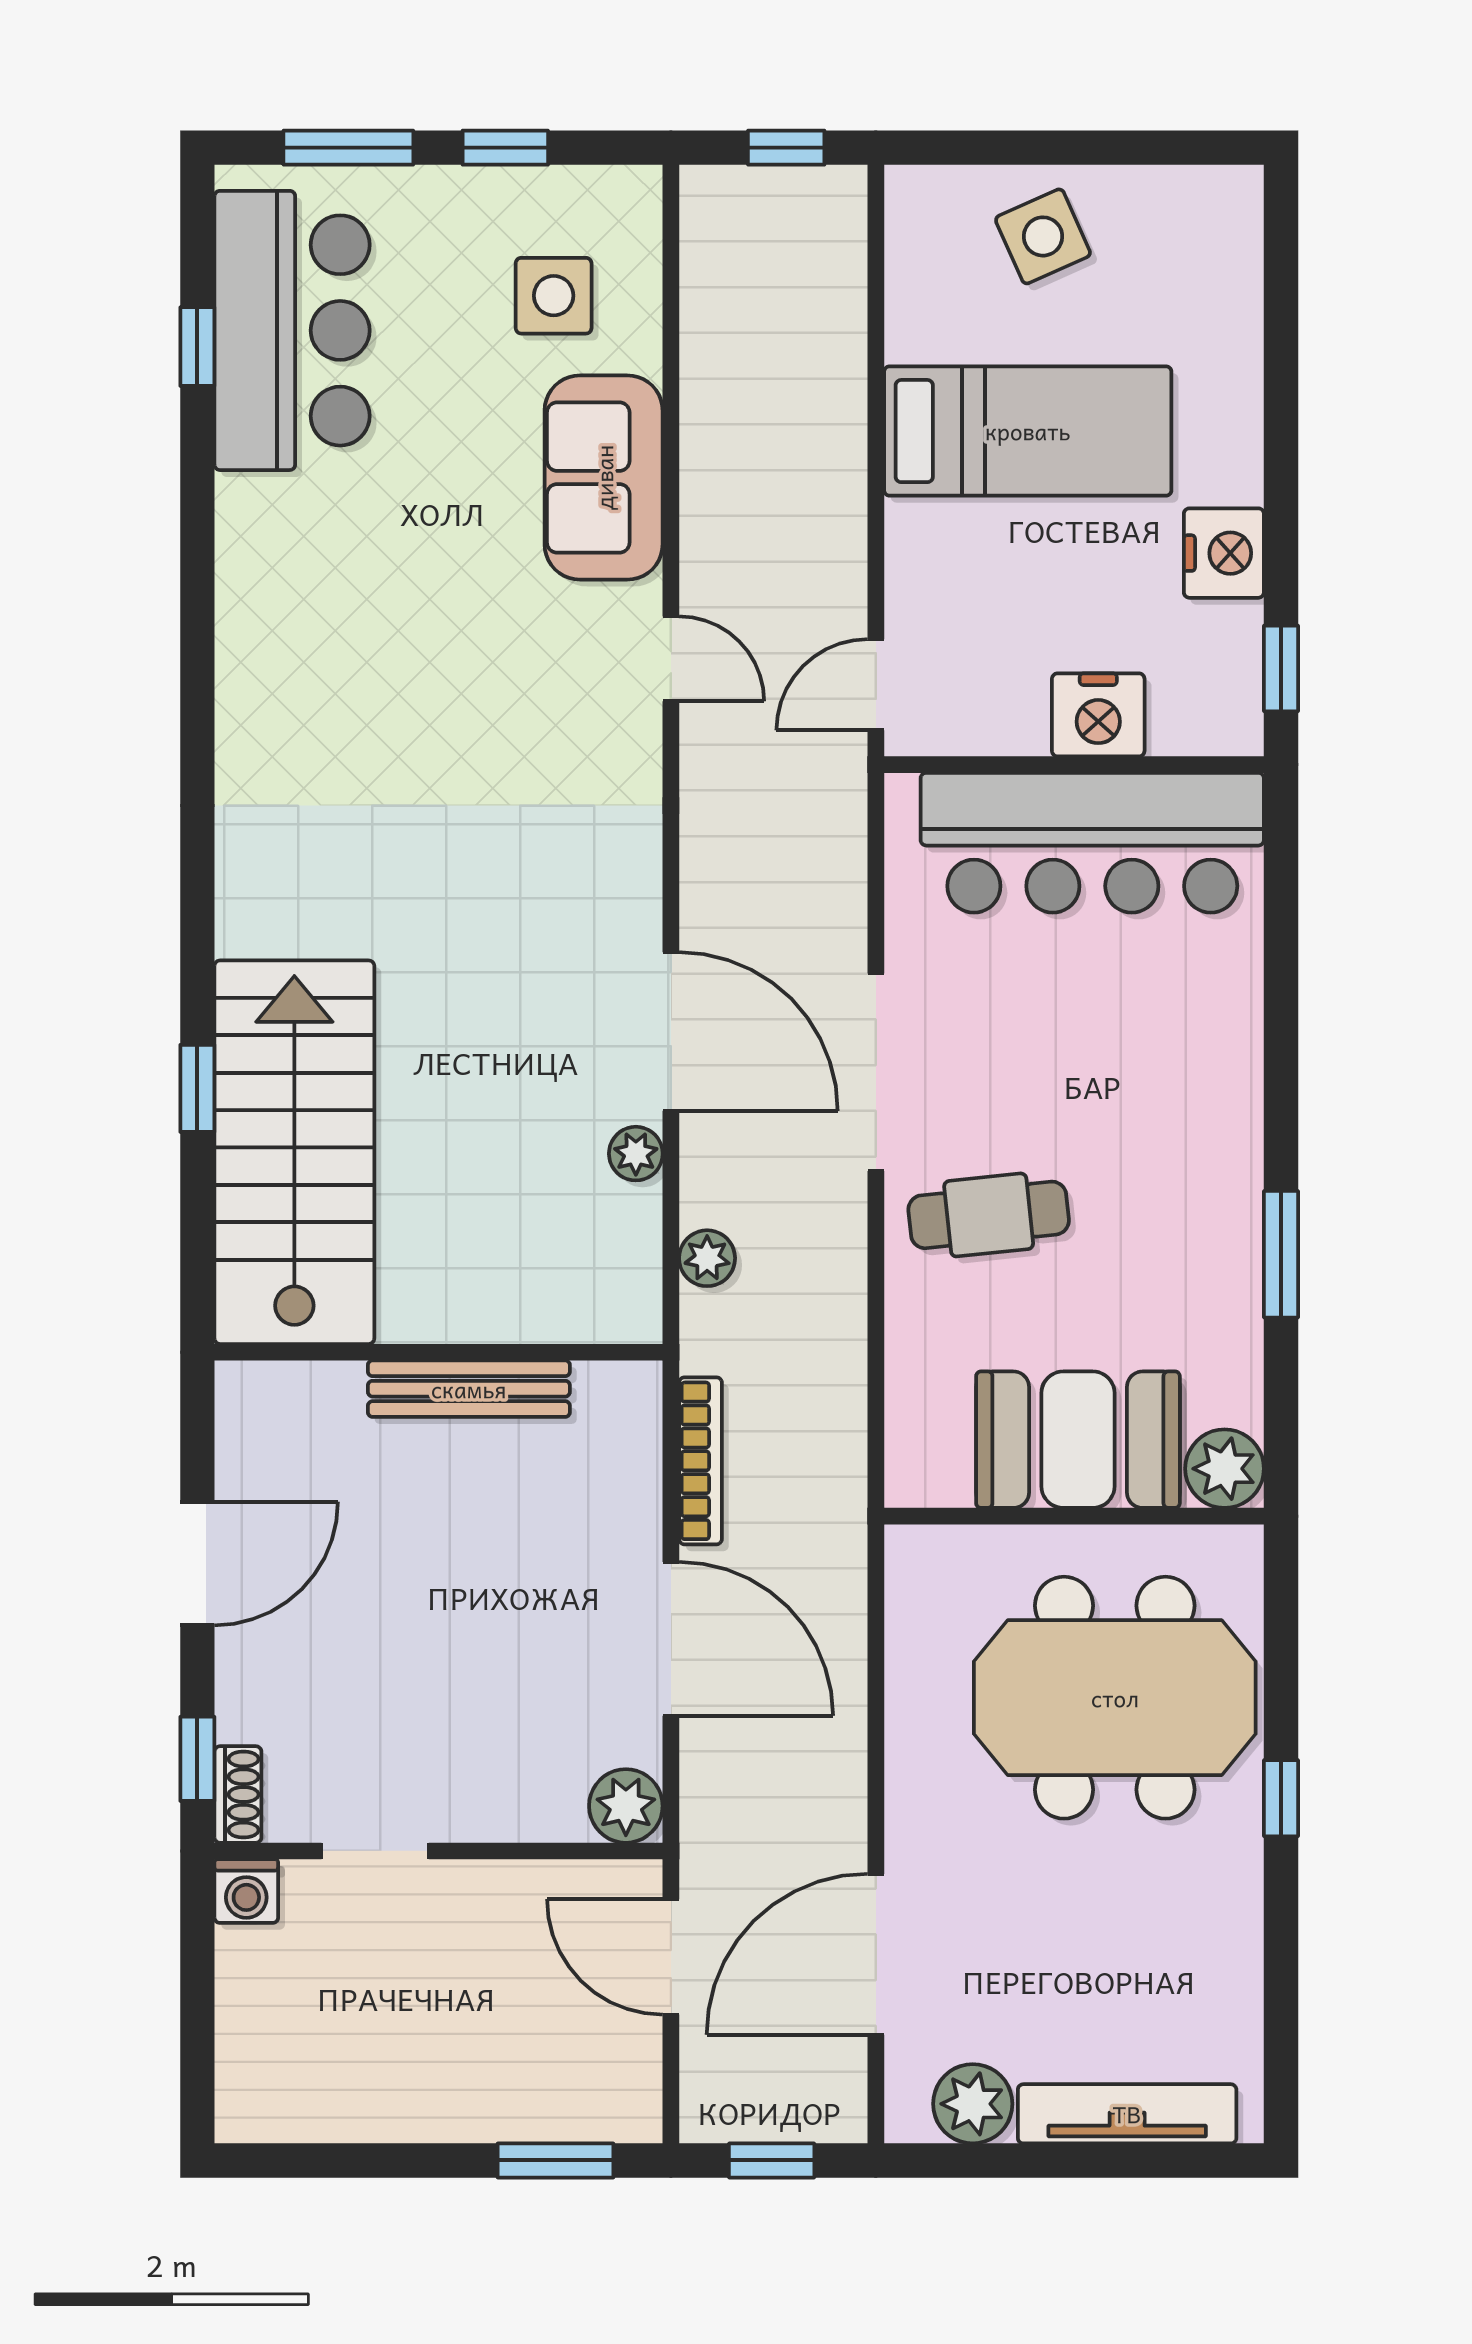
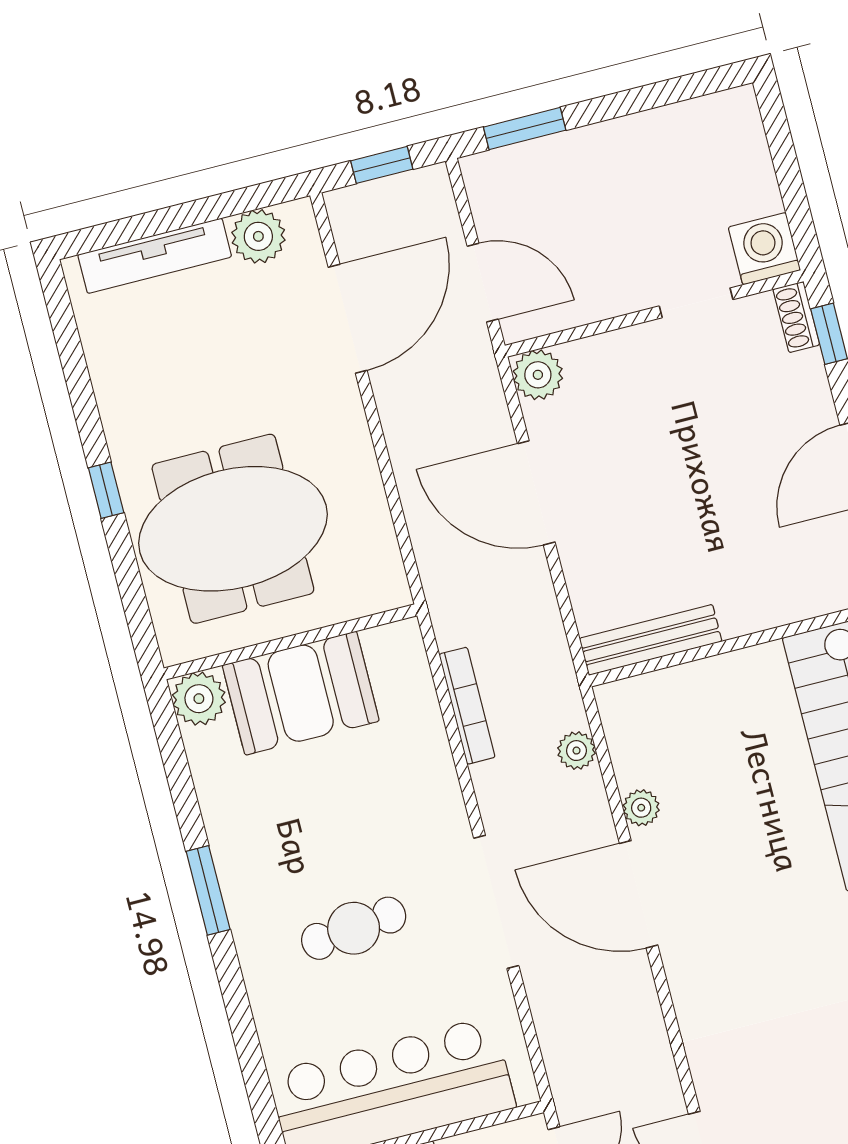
cafe table: (989, 1215) -> (354, 928), moved
window: (1281, 1254) -> (208, 890), moved
bench: (469, 1389) -> (651, 640), moved
bookcase: (700, 1461) -> (467, 706), moved, turned 180
washing machine: (246, 1891) -> (764, 249), width x1.38, depth x1.38

